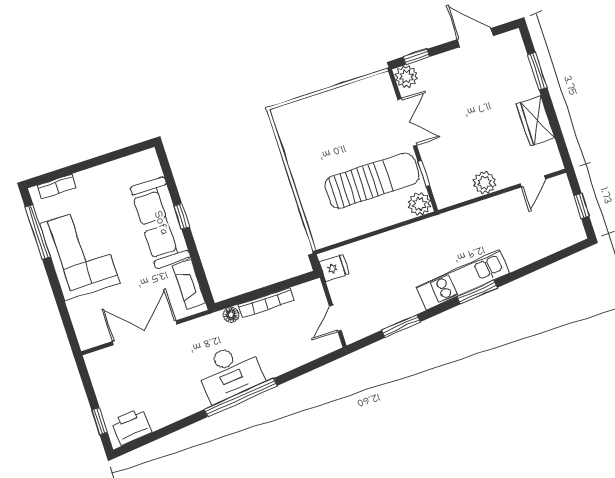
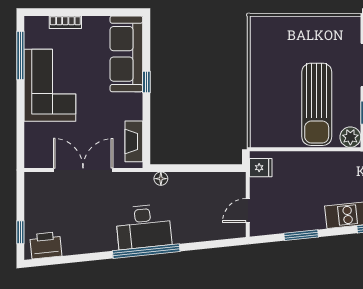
sun lounger: (372, 181) -> (317, 104), turned 90
bookcase: (57, 186) -> (65, 22), moved
sofa: (160, 223) -> (126, 54), moved
bookcase: (266, 303) -> (193, 178), removed

